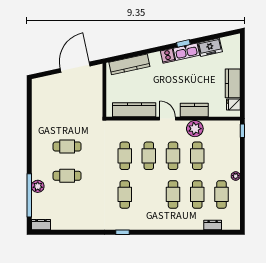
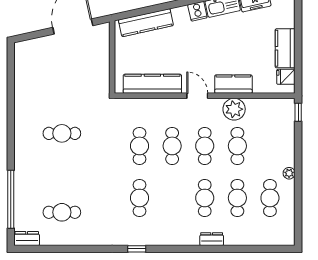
cafe table: (67, 176) -> (62, 212), moved
plant: (38, 186) -> (22, 187), removed
dresser: (213, 225) -> (212, 239), moved

